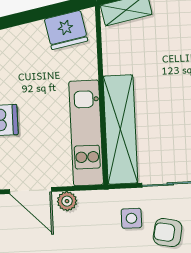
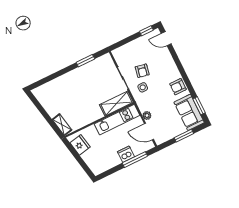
shelving: (120, 130) -> (116, 103), width x0.68
door: (30, 191) -> (149, 132), swing flipped

